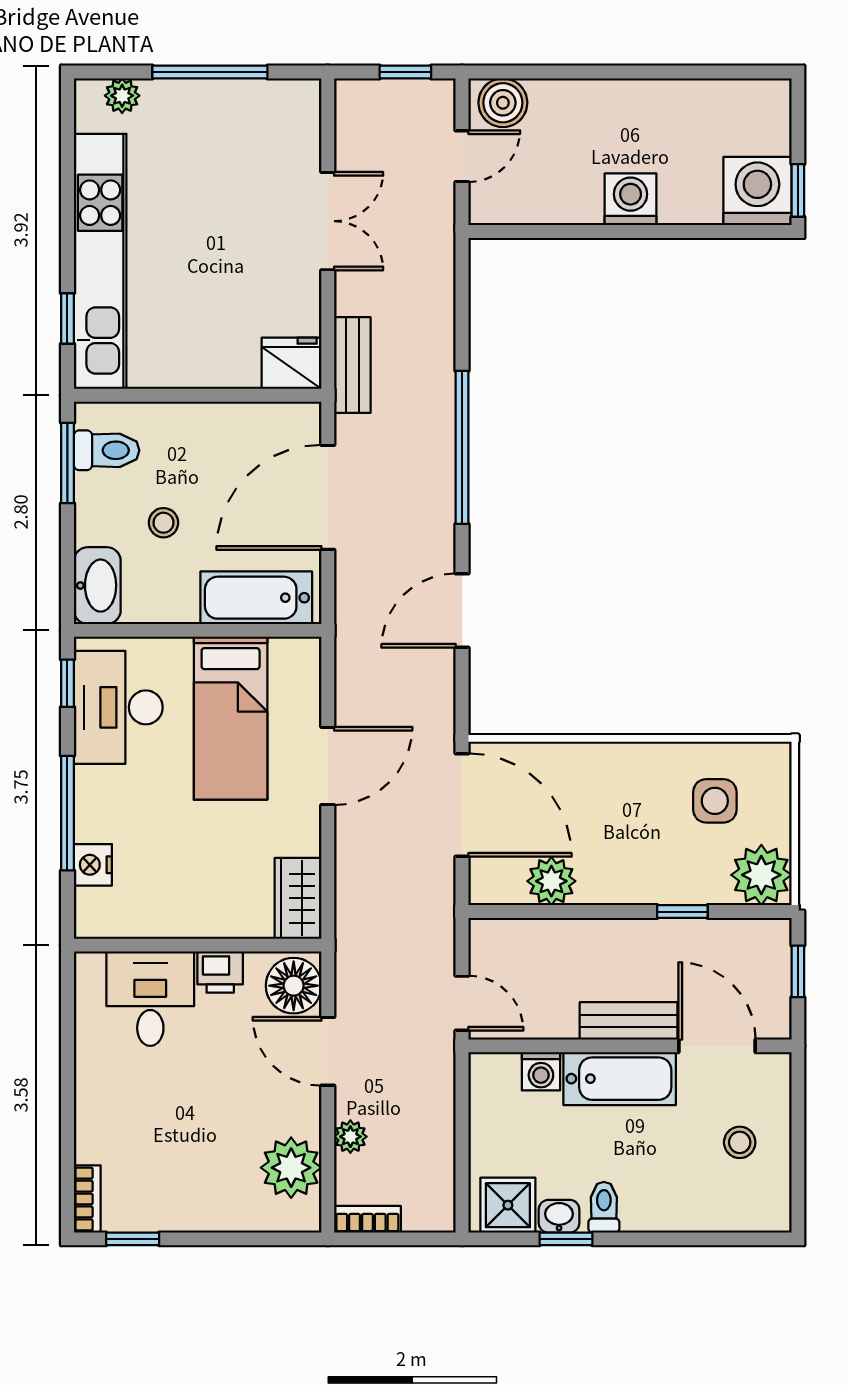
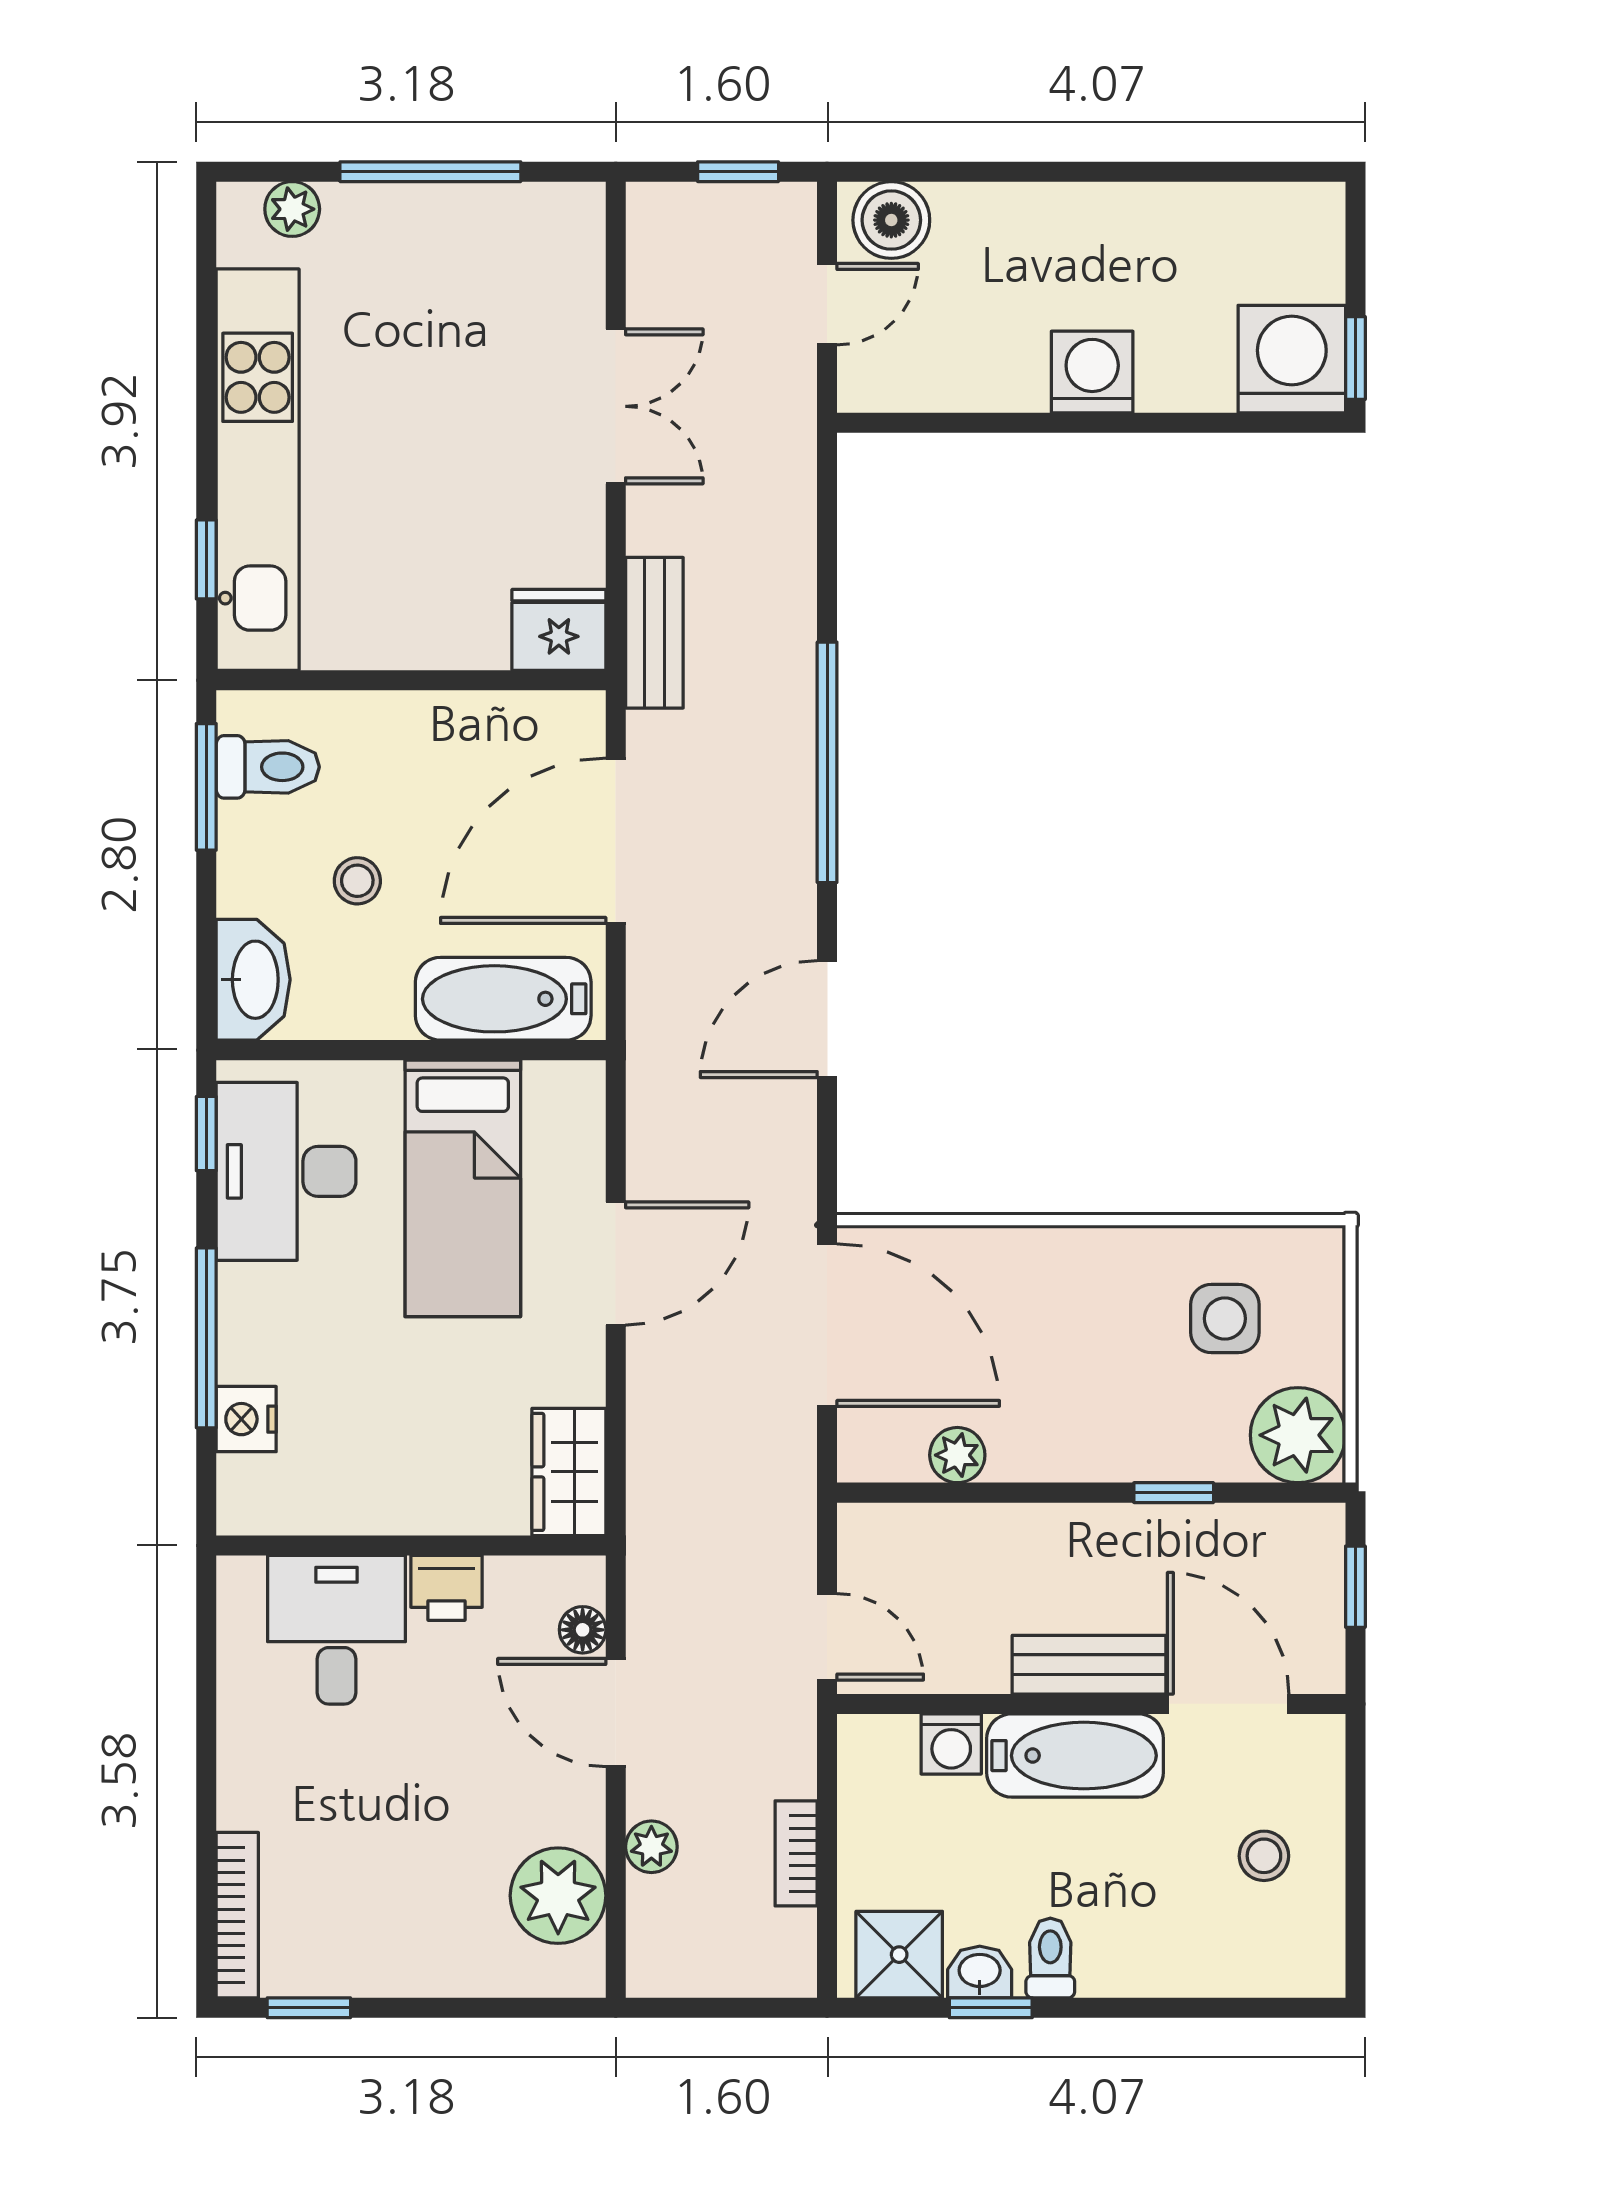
plant: (551, 881) -> (957, 1455), width x0.73, depth x0.73
floor lamp: (294, 986) -> (583, 1630), width x0.53, depth x0.53
bookcase: (87, 1199) -> (237, 1915), width x1.56
bookcase: (367, 1219) -> (796, 1853), moved, turned -90

